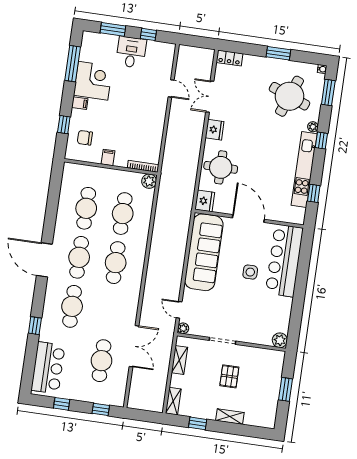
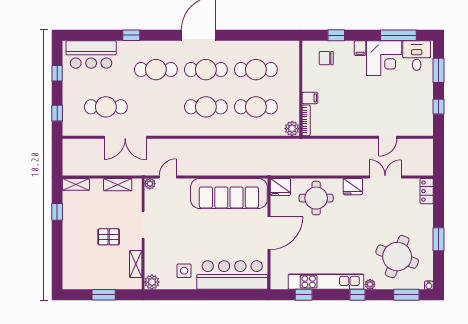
desk: (131, 52) -> (417, 55), moved, turned -90
chair: (85, 138) -> (326, 58), turned -90
filing cabinet: (108, 157) -> (310, 98), moved
side table: (250, 272) -> (184, 271), moved
shelving: (230, 417) -> (136, 264), moved

